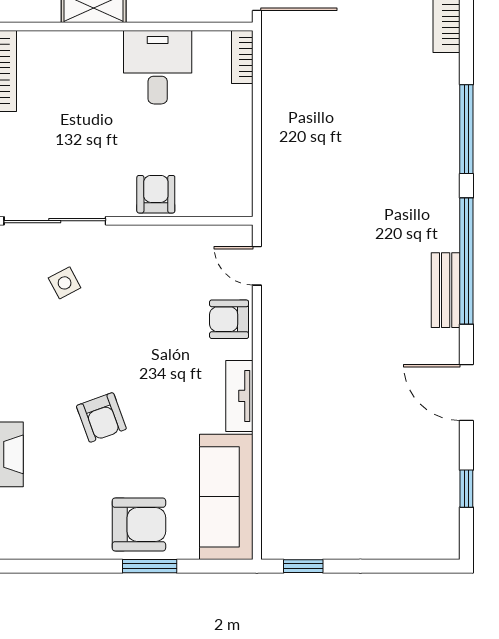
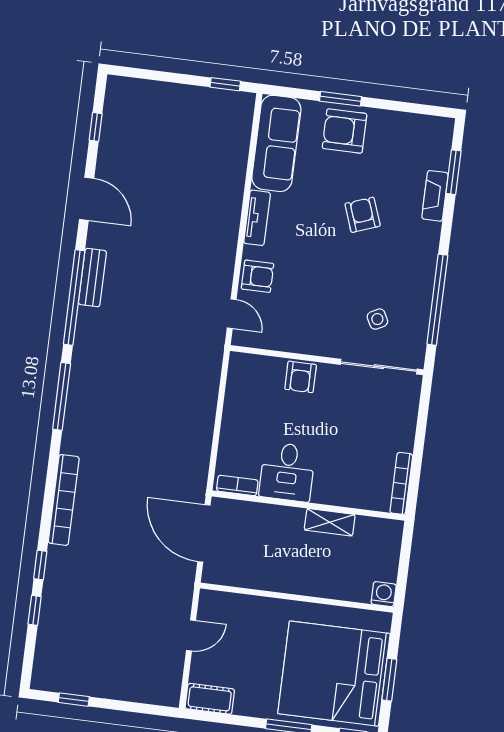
bookcase: (242, 57) -> (237, 485), moved, turned -90

